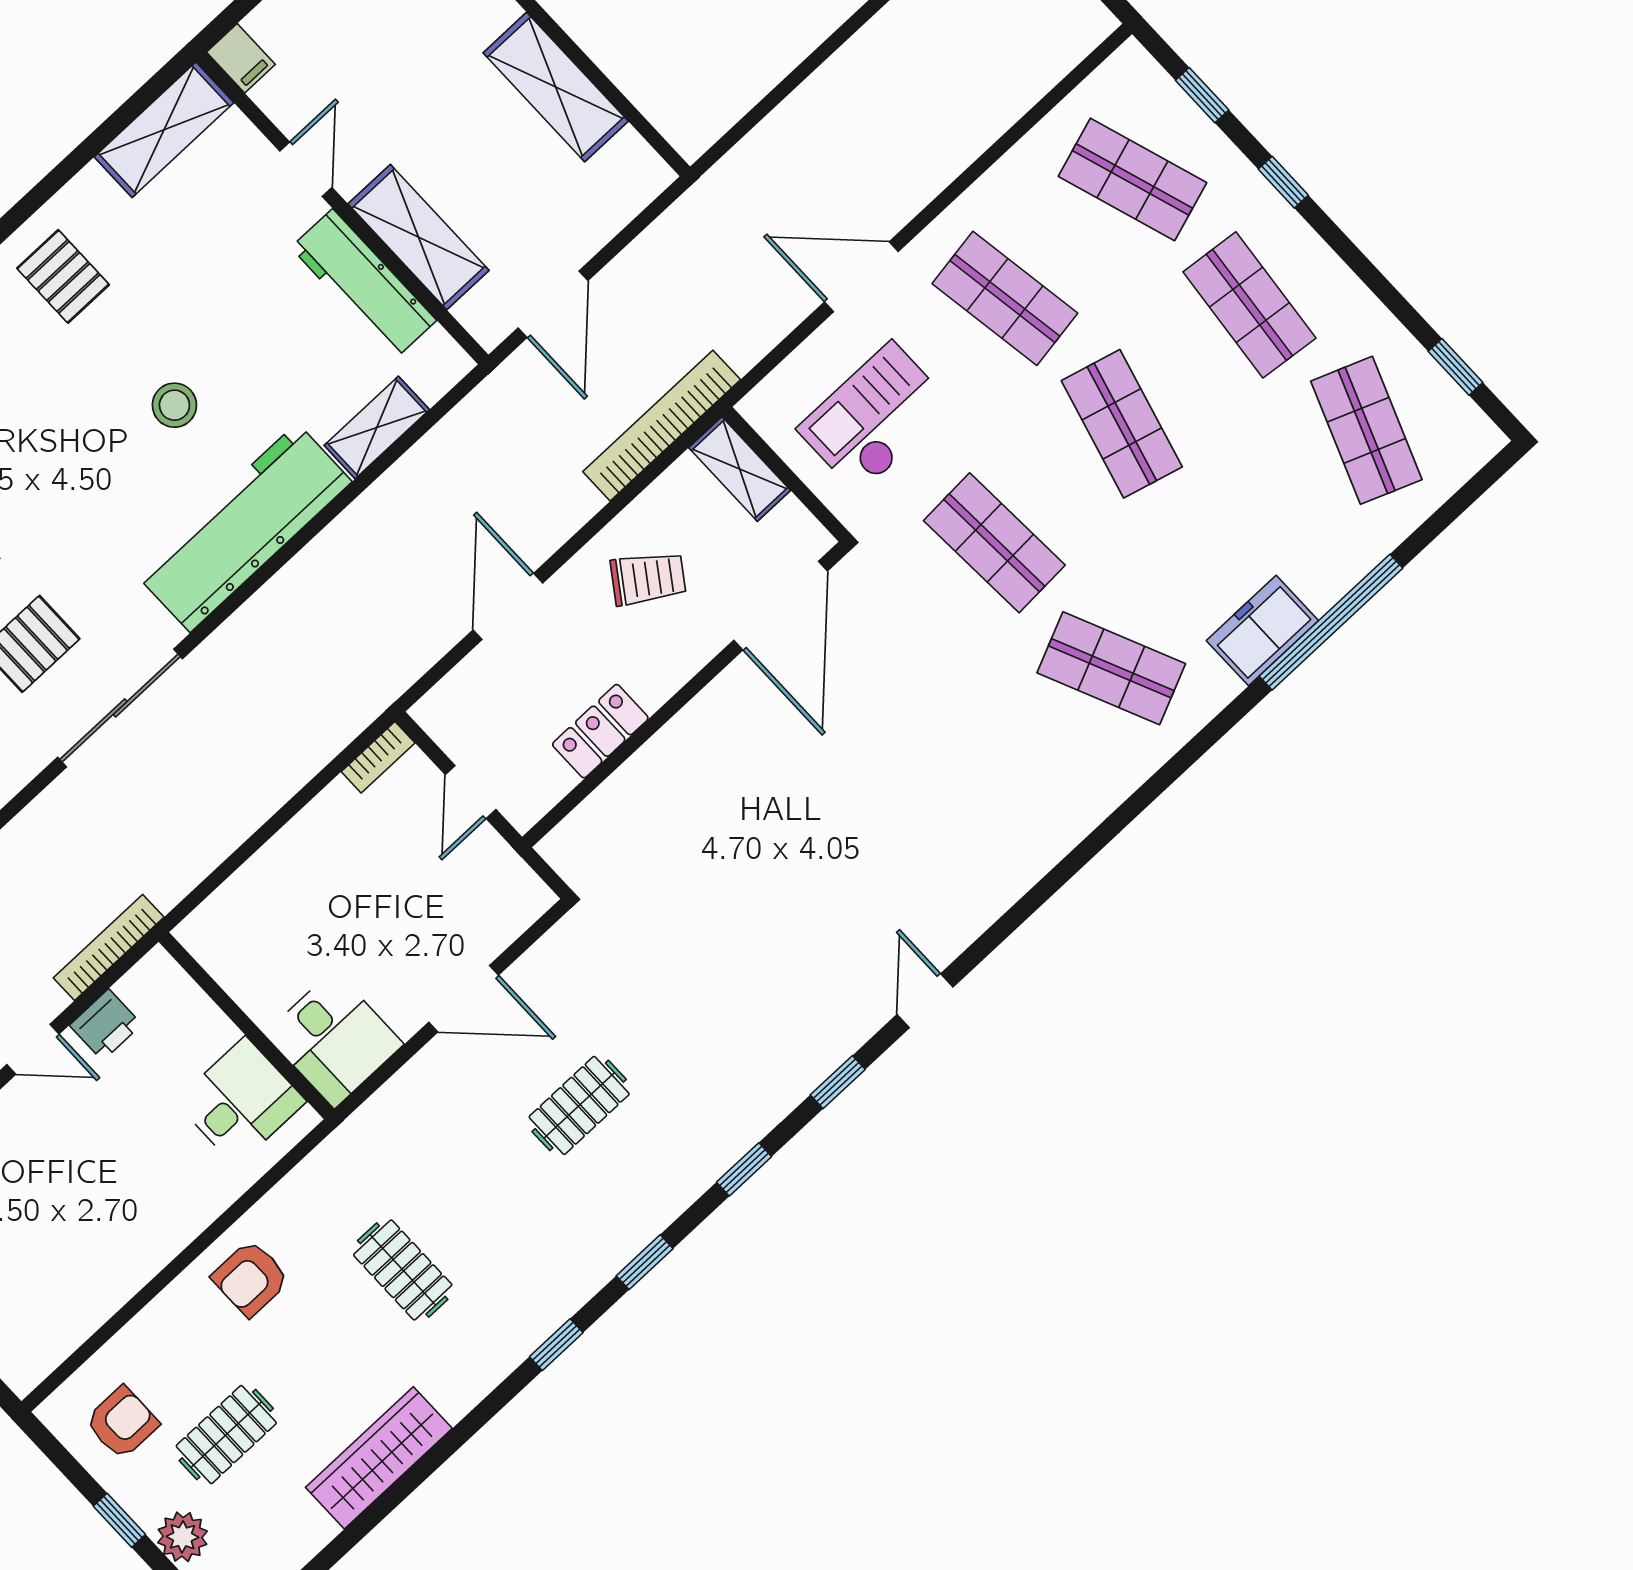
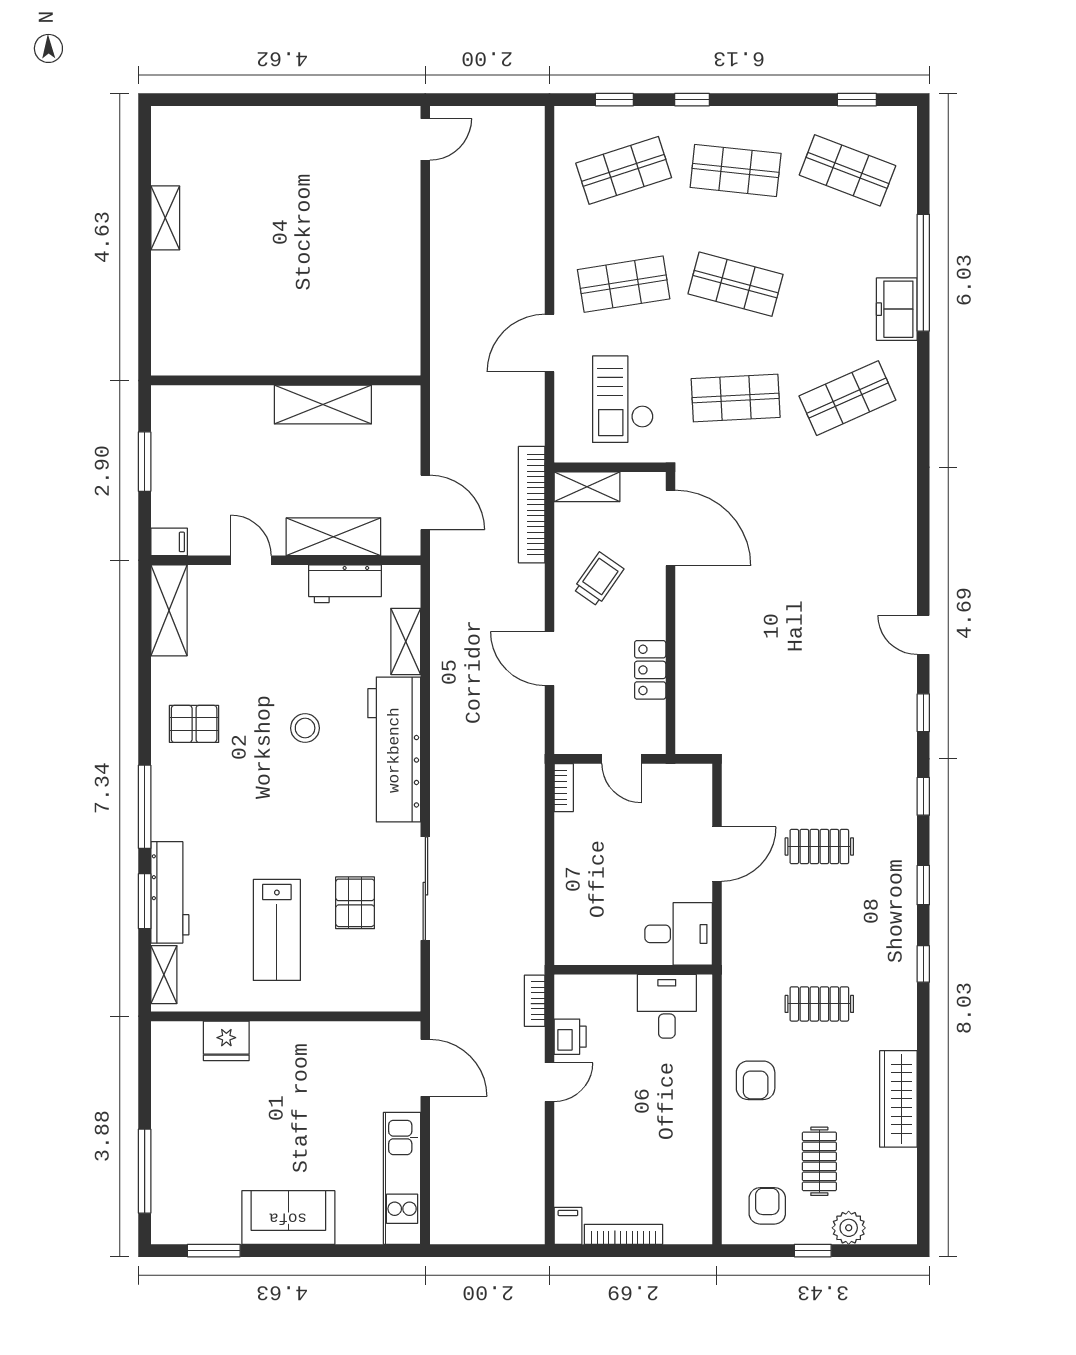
workbench: (364, 284) -> (345, 584), width x0.73
bookcase: (109, 948) -> (535, 1001), width x0.64
clothes rail: (579, 1105) -> (819, 847), turned 90

